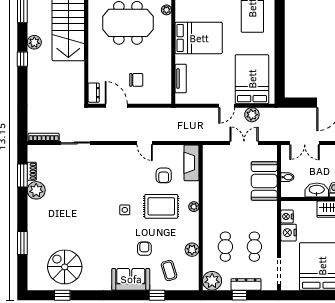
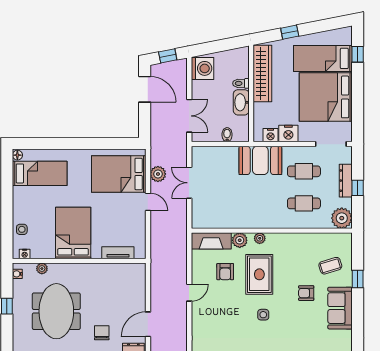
chair: (136, 80) -> (102, 333), moved
armchair: (164, 175) -> (225, 272), turned 90
booth: (264, 181) -> (260, 160), moved
plant: (192, 250) -> (240, 240), moved

